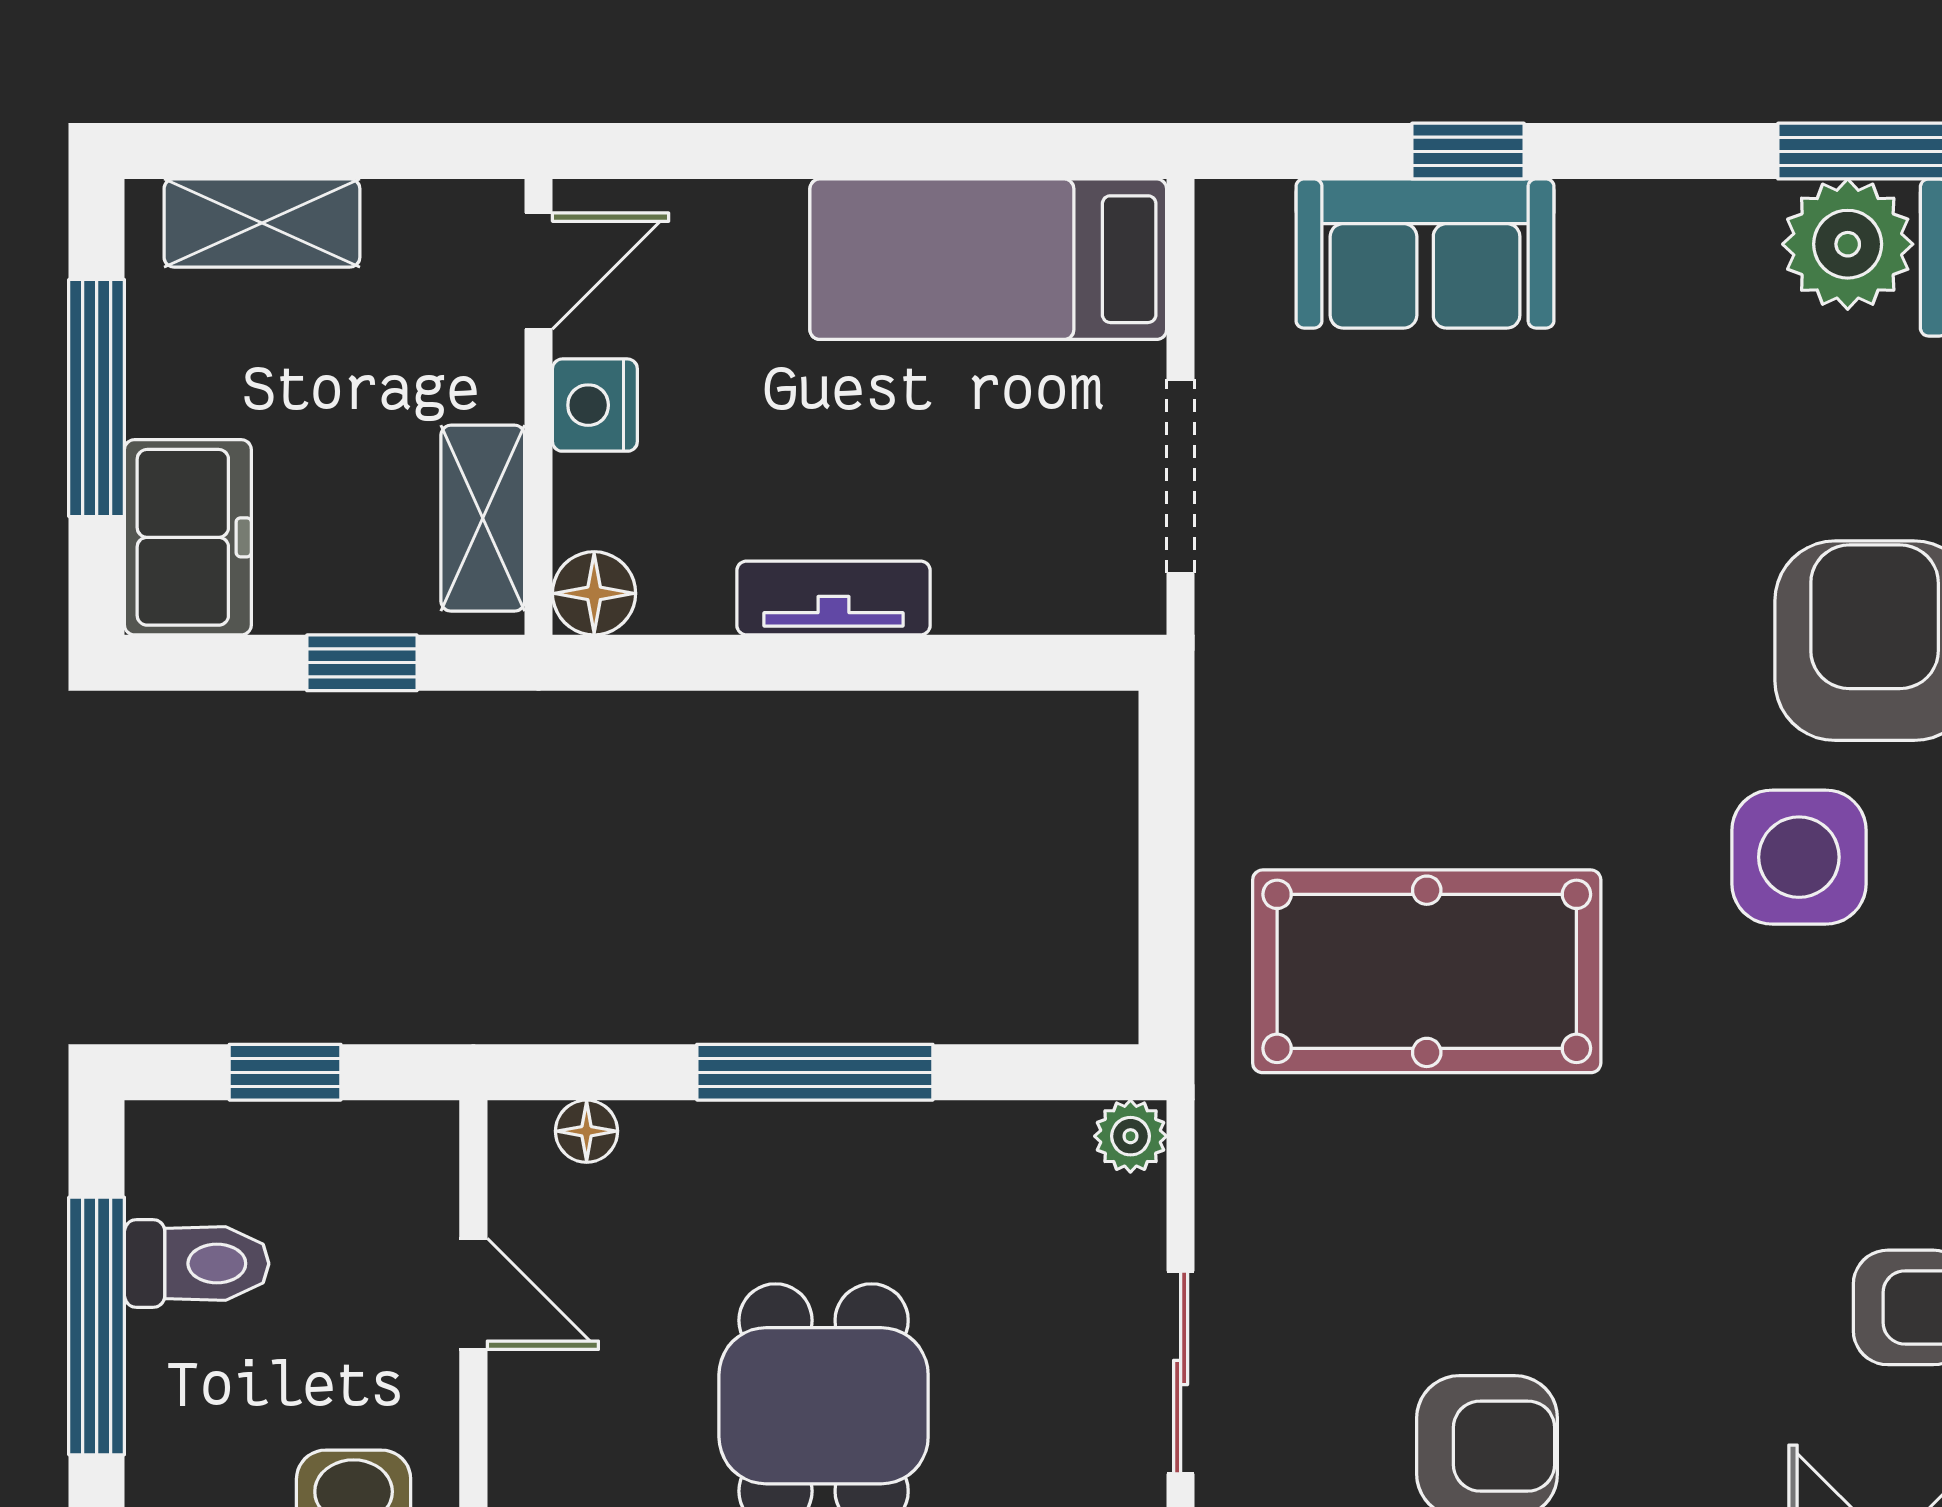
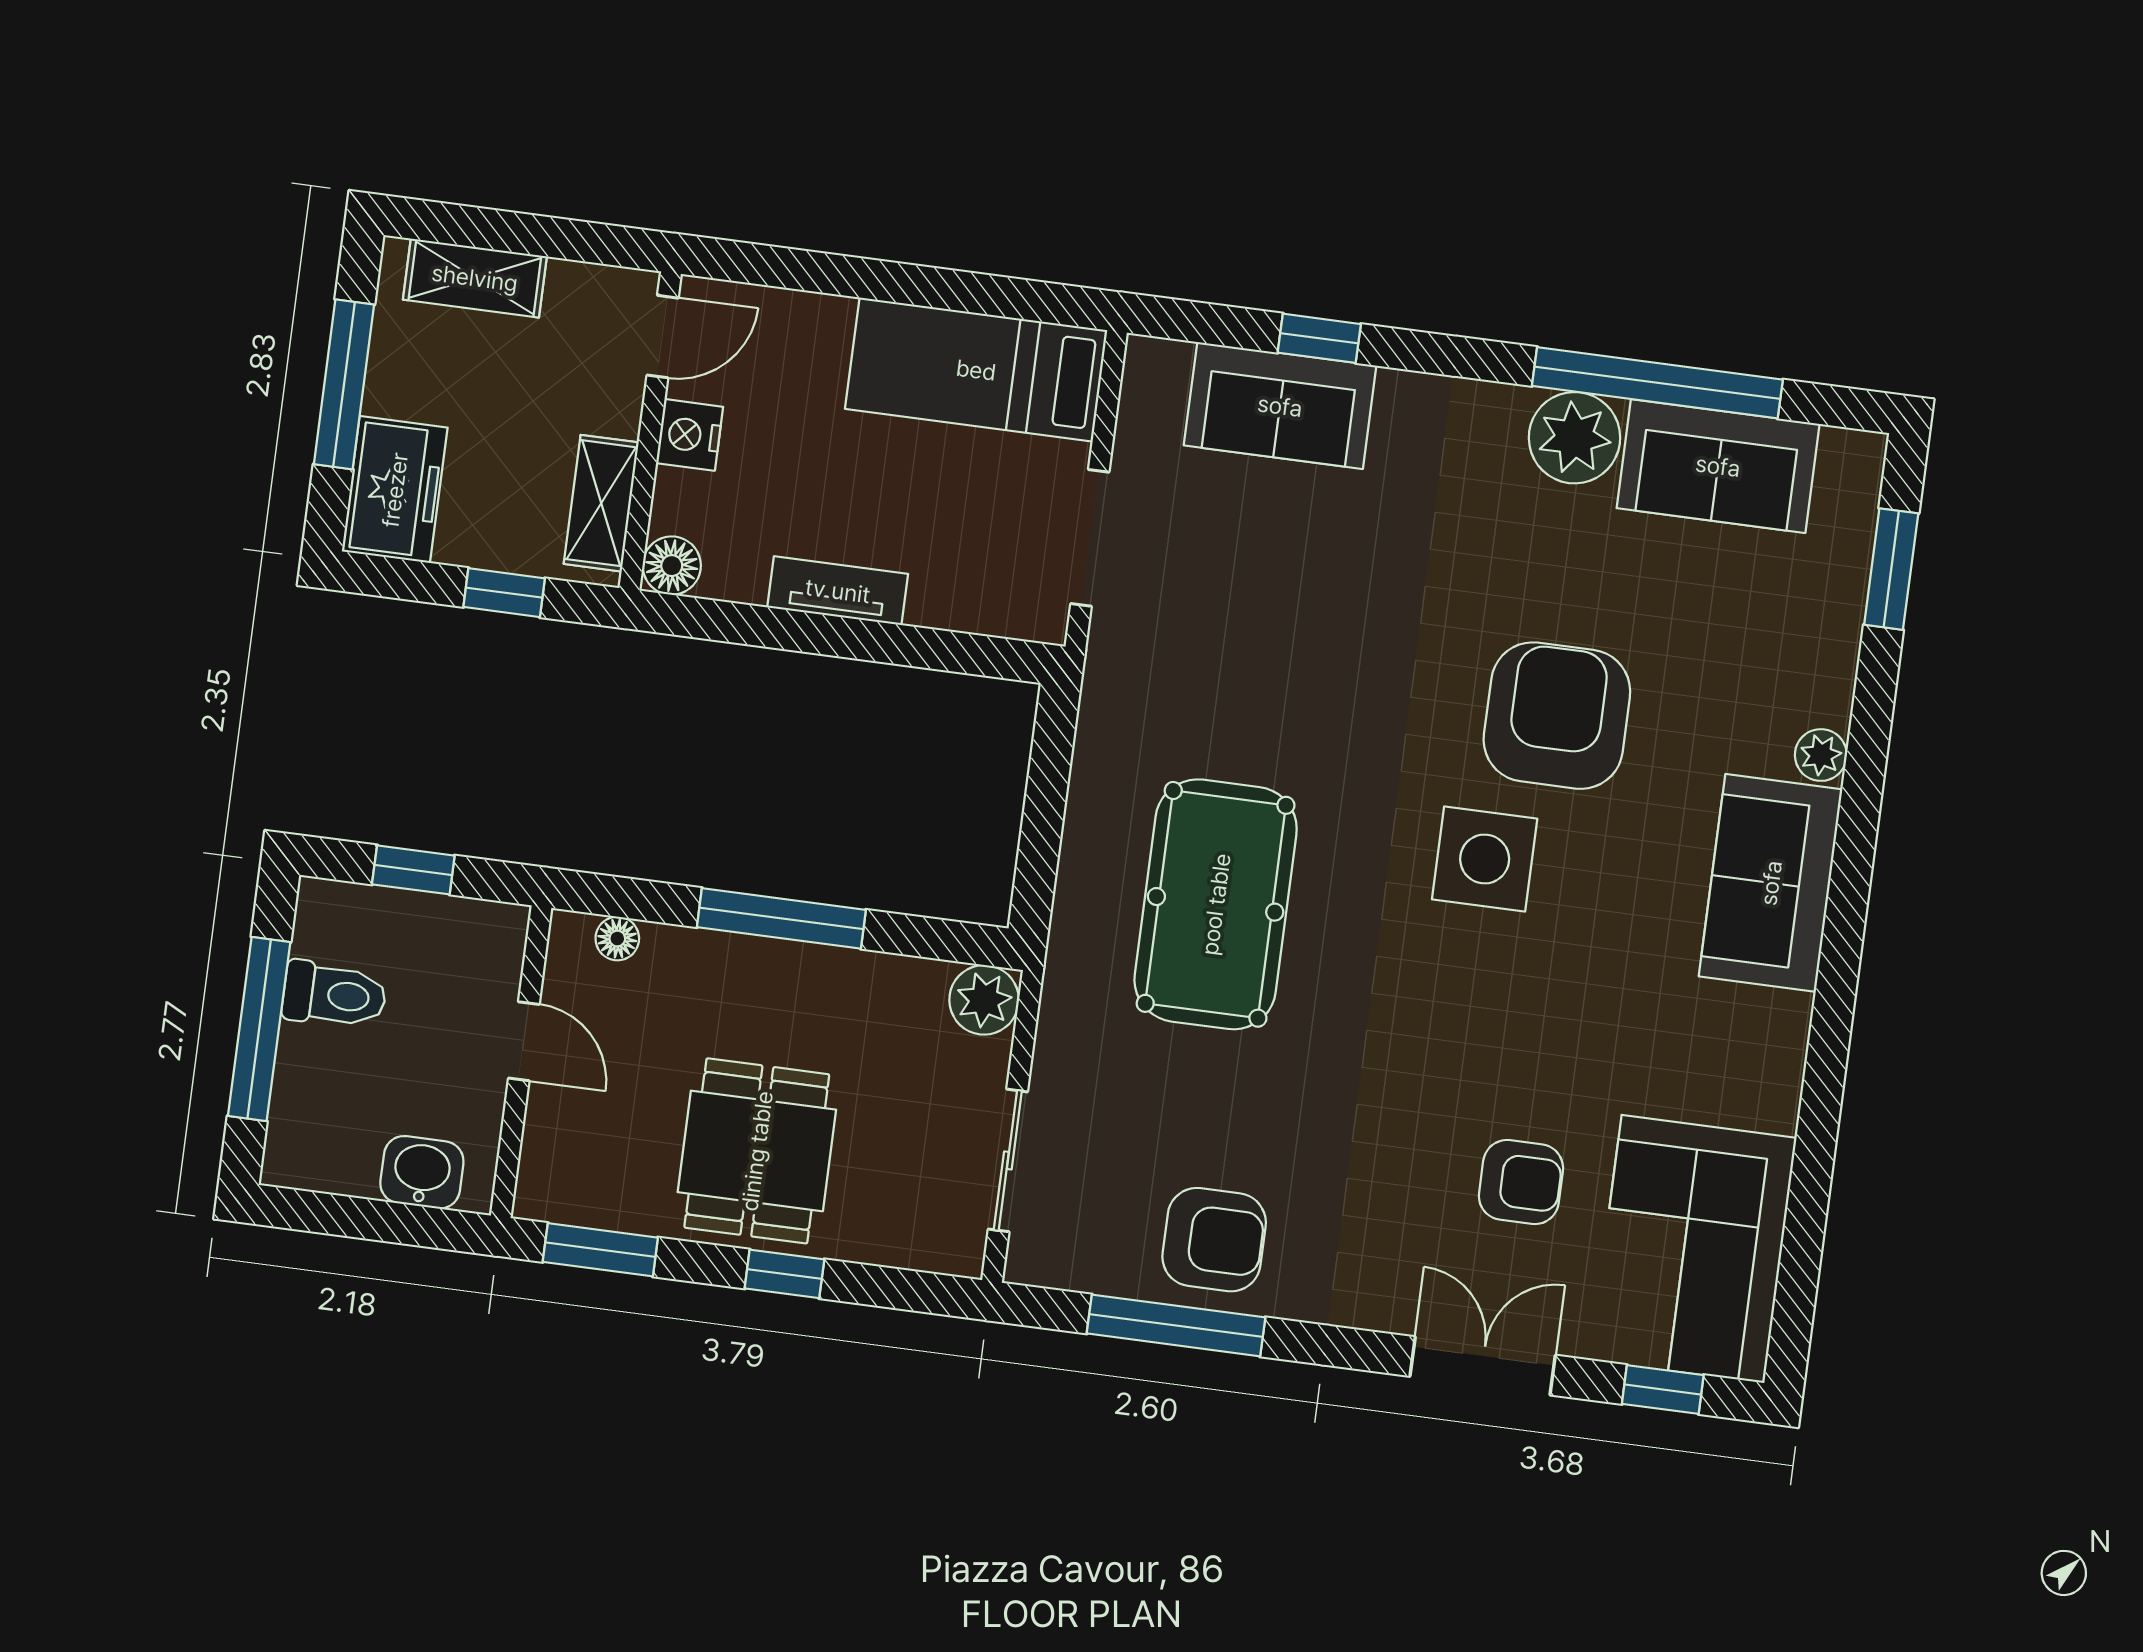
pool table: (1427, 971) -> (1216, 904), turned 90
plant: (1130, 1136) -> (984, 1000), width x1.38, depth x1.38

